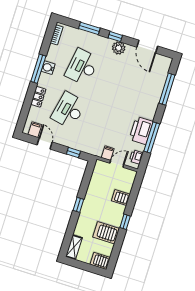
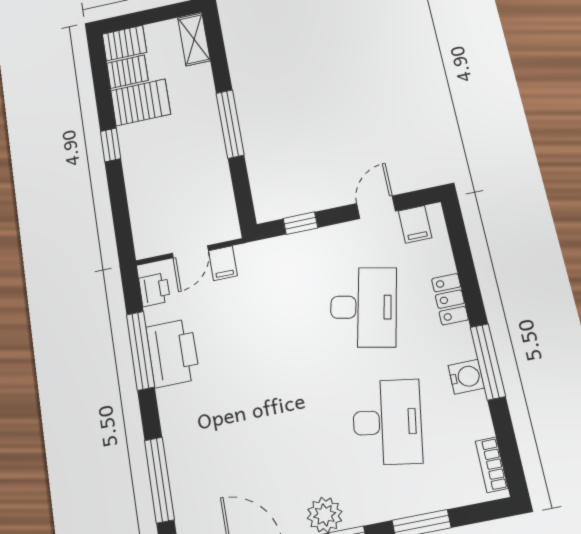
door: (45, 143) -> (376, 207), swing flipped
server rack: (121, 198) -> (127, 72), moved
window: (78, 205) -> (230, 124), width x2.17

